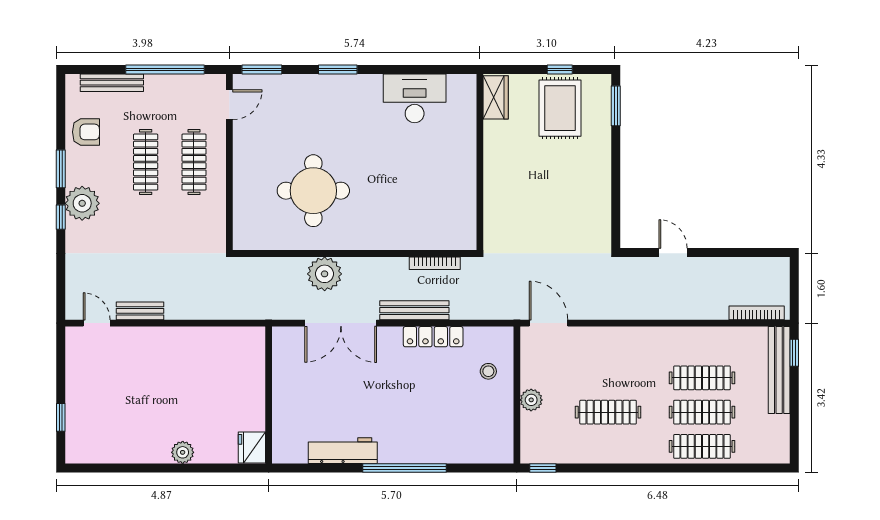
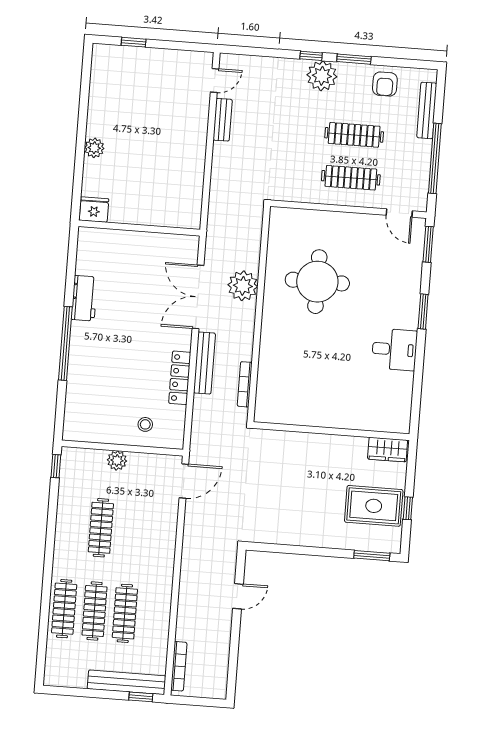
desk: (415, 98) -> (394, 349), moved, width x0.73
workbench: (343, 451) -> (84, 298), width x0.73

